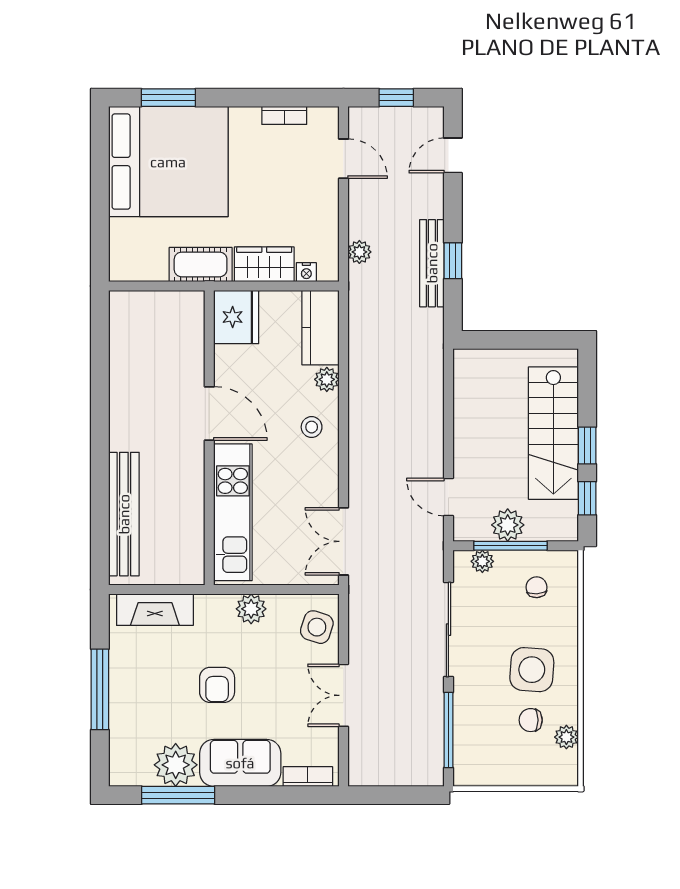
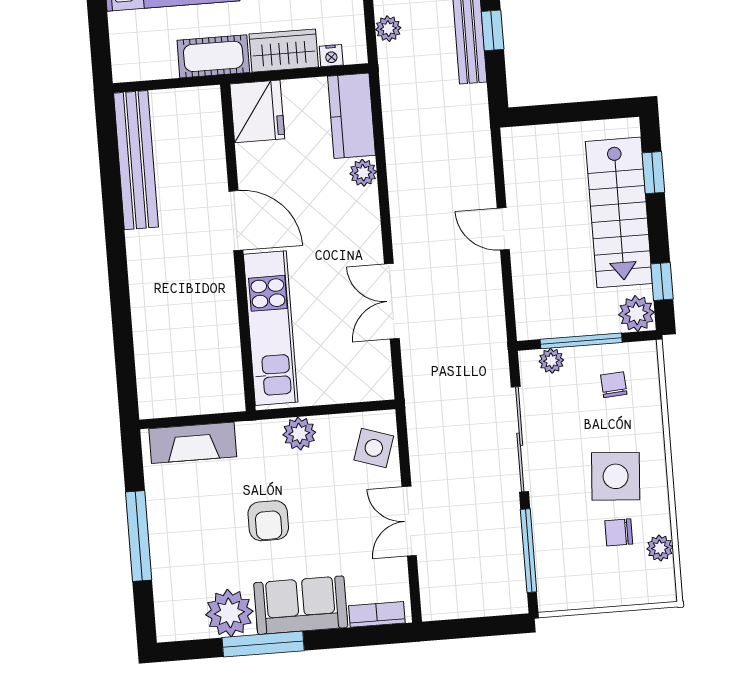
stool: (312, 427) -> (350, 227), removed
window: (587, 445) -> (653, 173), moved
door: (448, 497) -> (503, 229), moved
bench: (124, 514) -> (136, 160), moved
plant: (508, 525) -> (637, 313), moved
double door: (343, 541) -> (392, 301), moved
window: (178, 795) -> (263, 644), moved

